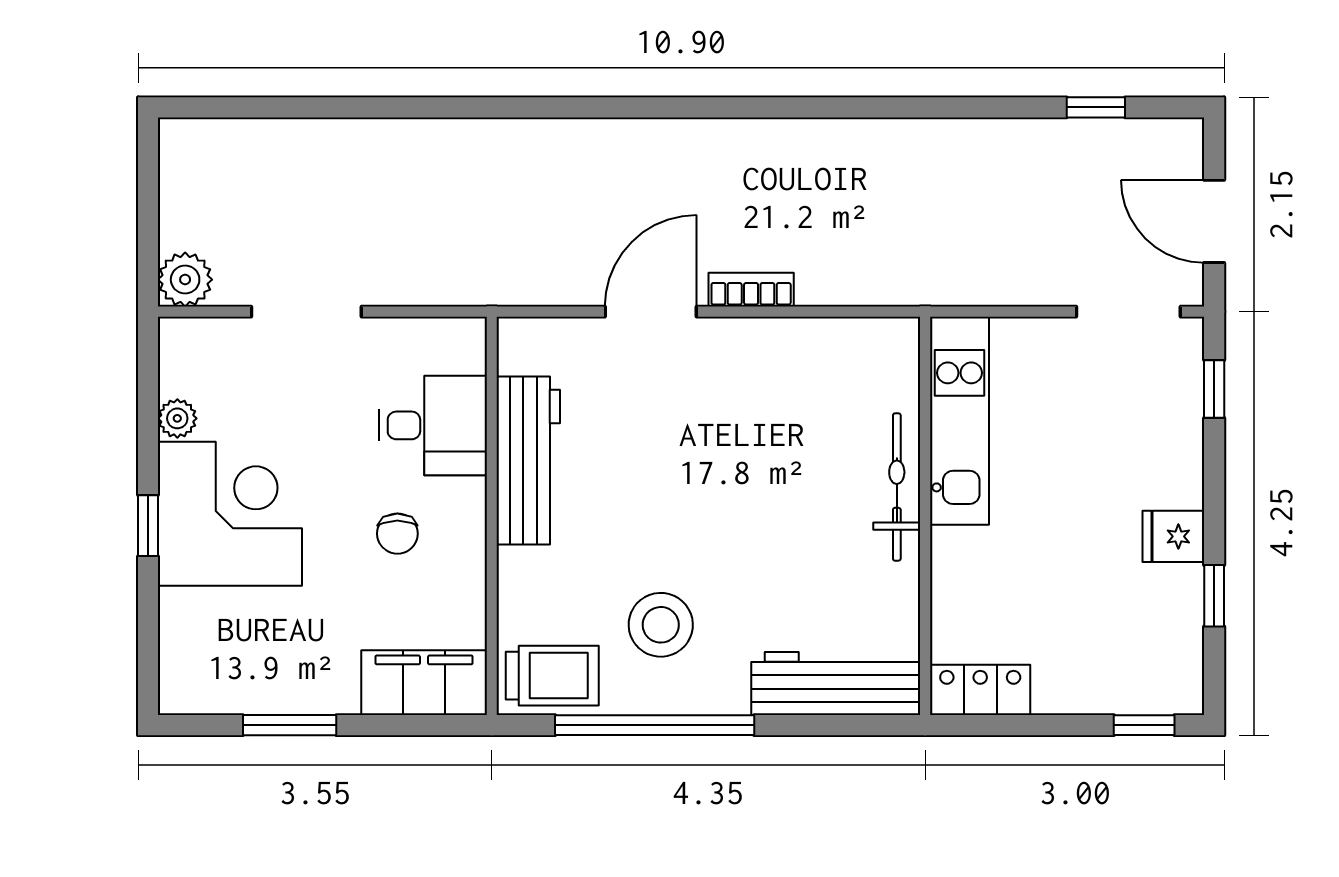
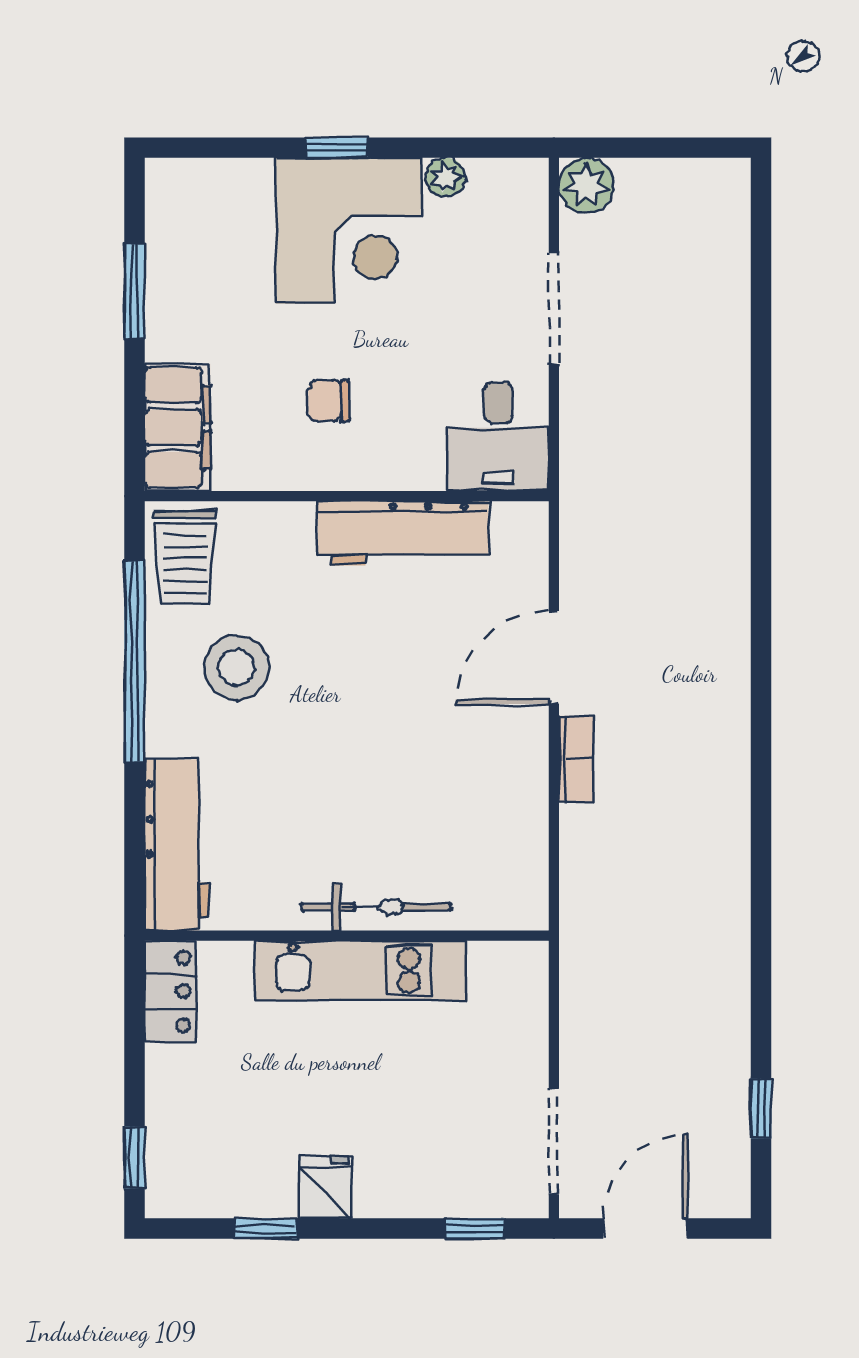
door: (651, 312) -> (554, 657), swing flipped
kitchen unit: (959, 421) -> (360, 970), moved
desk: (433, 425) -> (498, 437), moved

